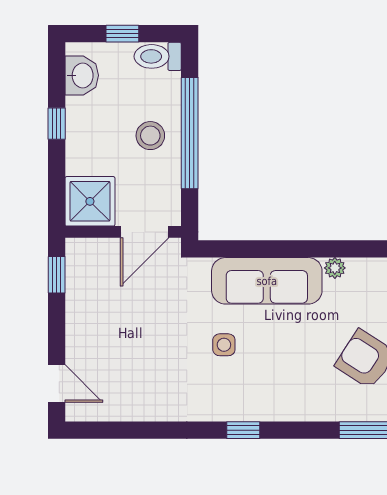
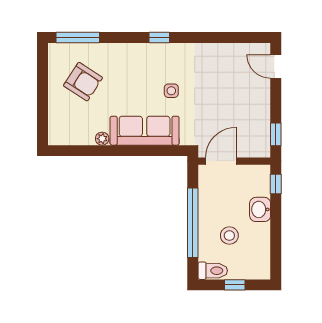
washbasin: (82, 75) -> (260, 209), moved
window: (57, 124) -> (276, 184), moved
stool: (150, 136) -> (229, 236), moved
shower: (90, 201) -> (255, 180), removed

